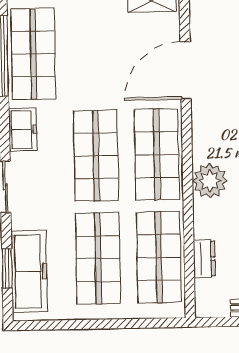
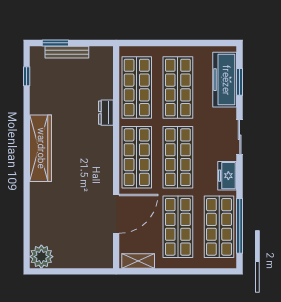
shop shelf: (94, 53) -> (178, 227), added
plant: (210, 181) -> (101, 139), removed
dresser: (204, 259) -> (106, 113), moved

